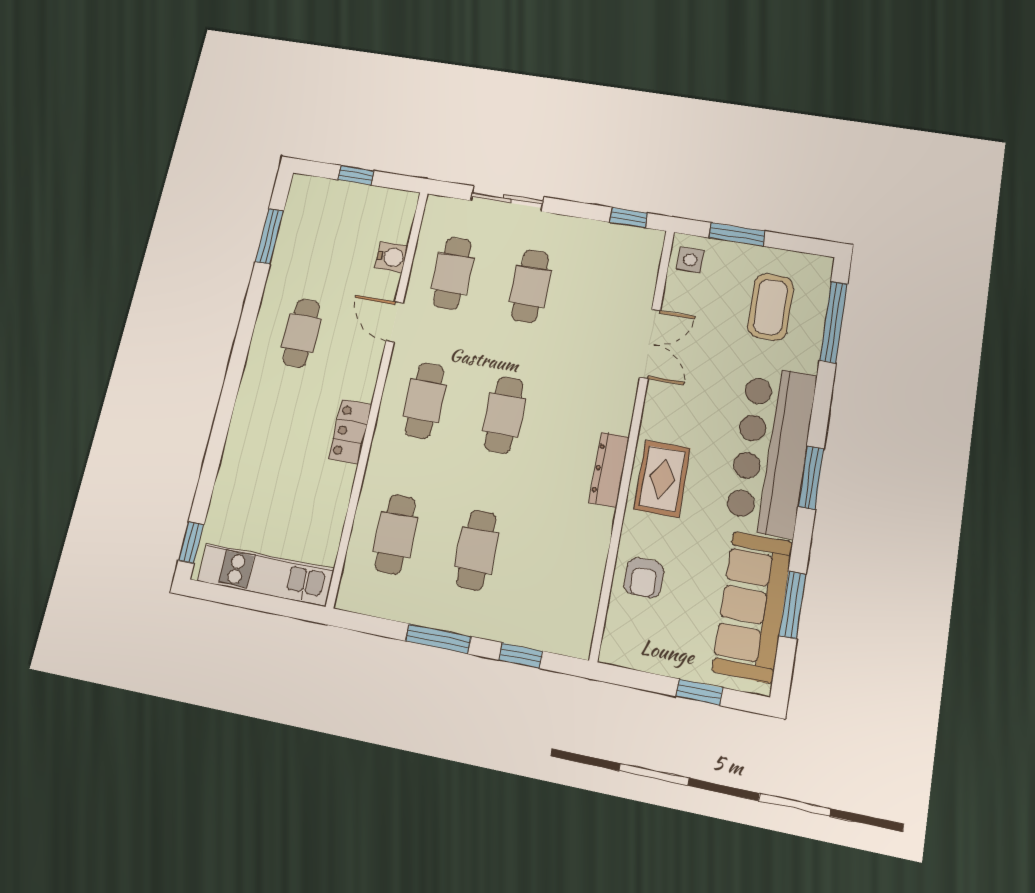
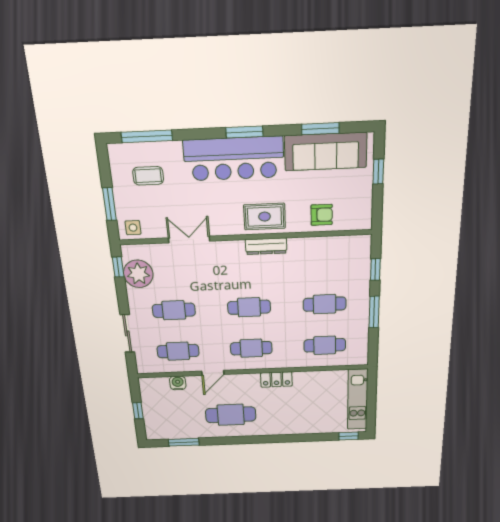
plant: (609, 246) -> (138, 274), added
coffee table: (771, 307) -> (148, 176), width x0.73, depth x0.77
cafe table: (301, 333) -> (231, 415), width x1.37, depth x1.35

